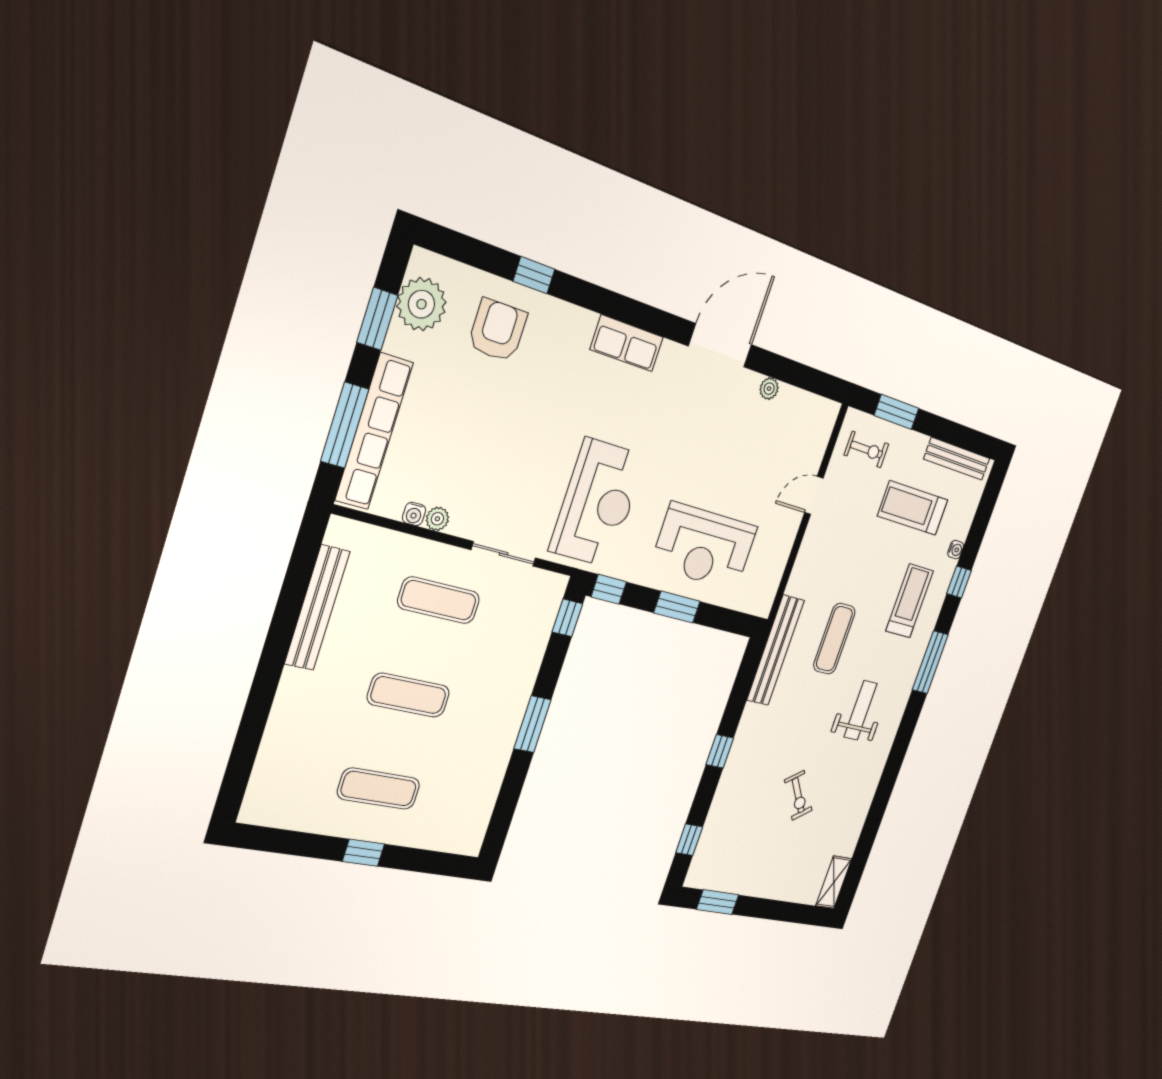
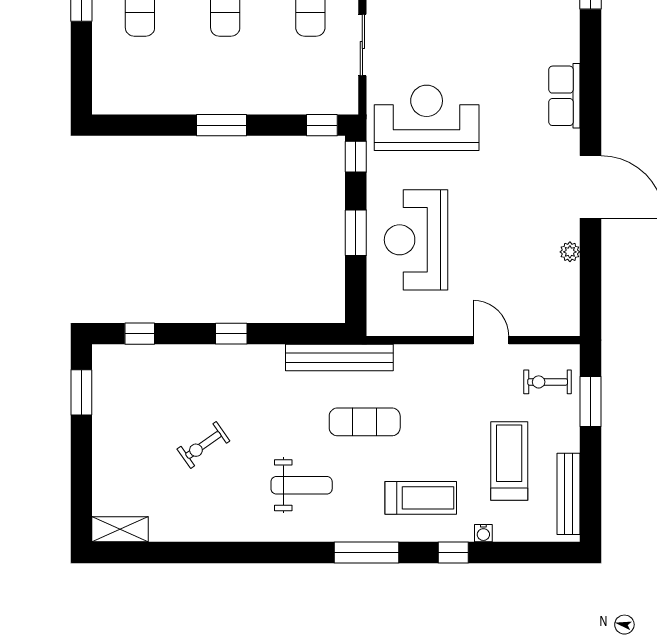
exercise bike: (866, 450) -> (548, 382), turned 90
reception desk: (598, 503) -> (427, 118), turned 180

